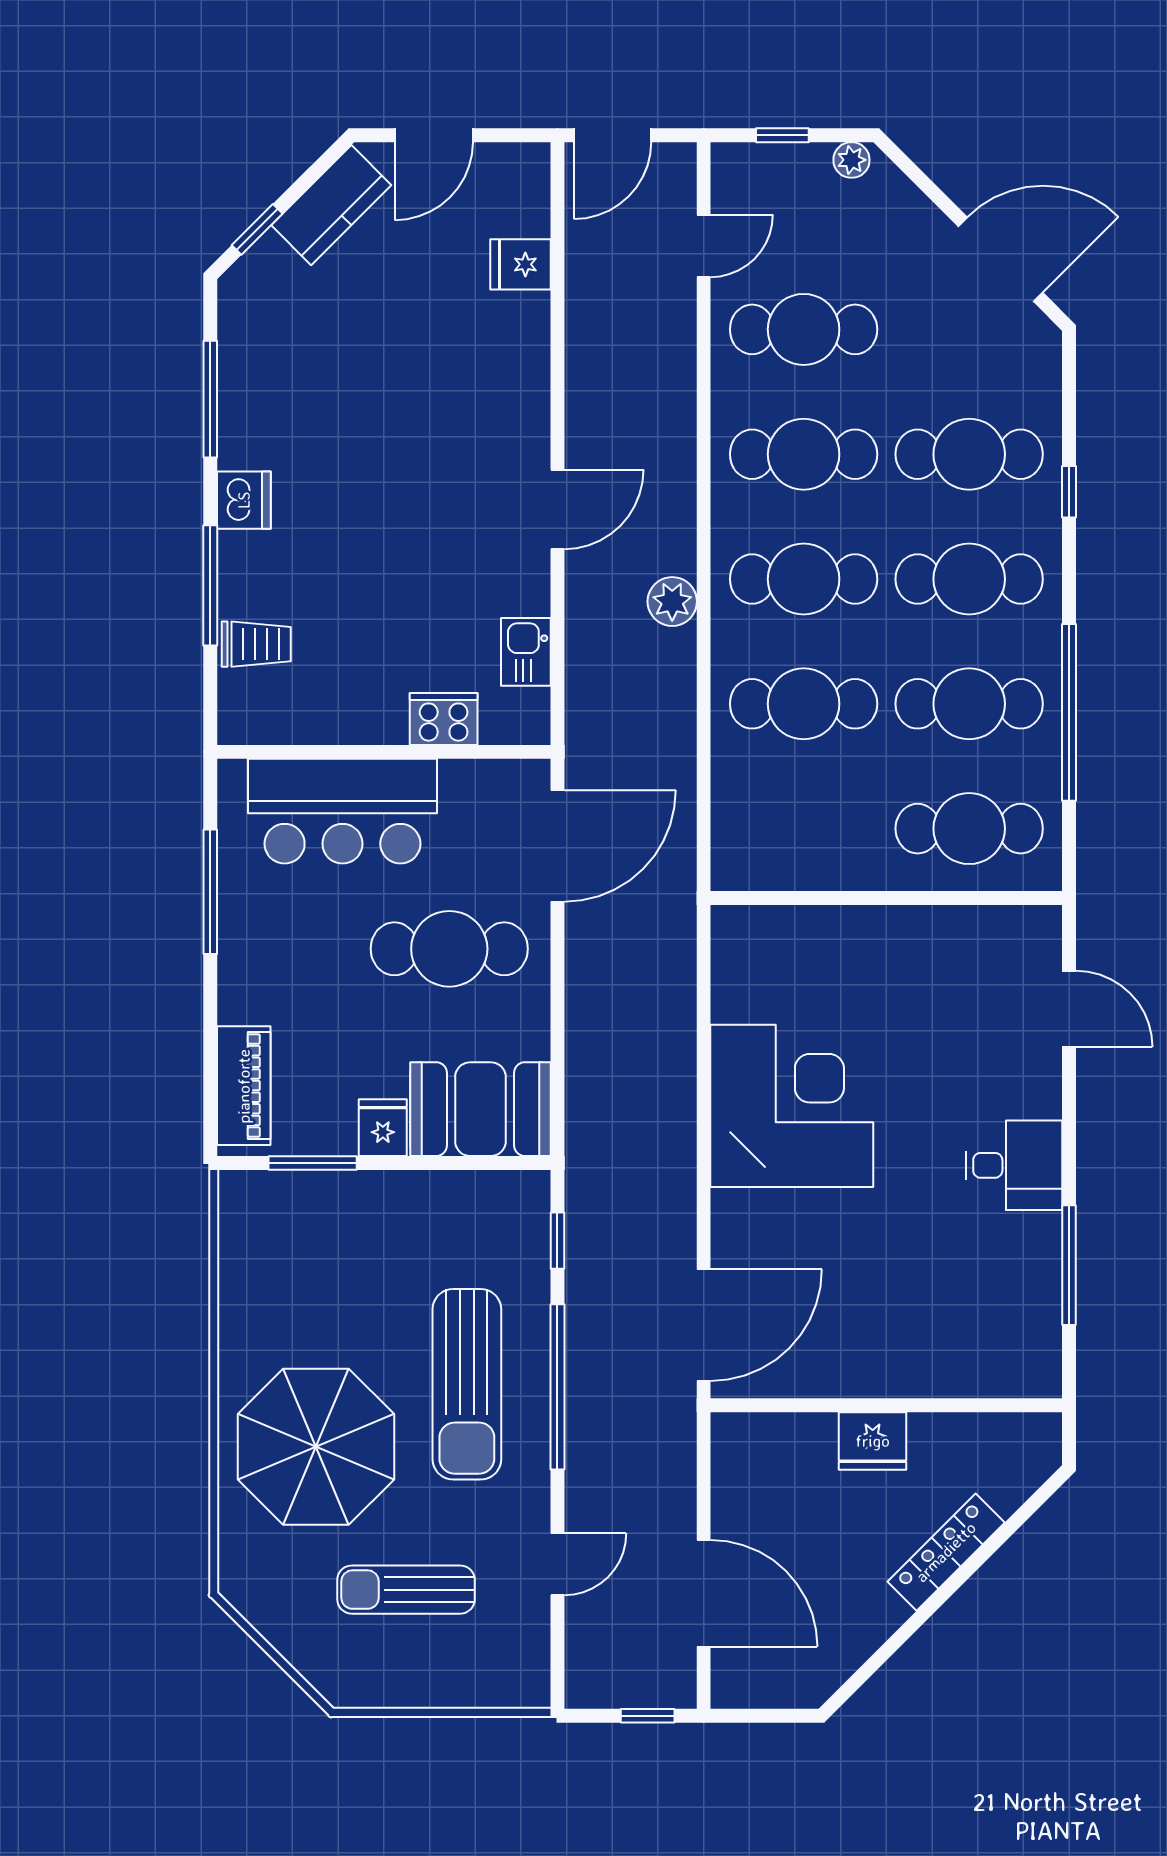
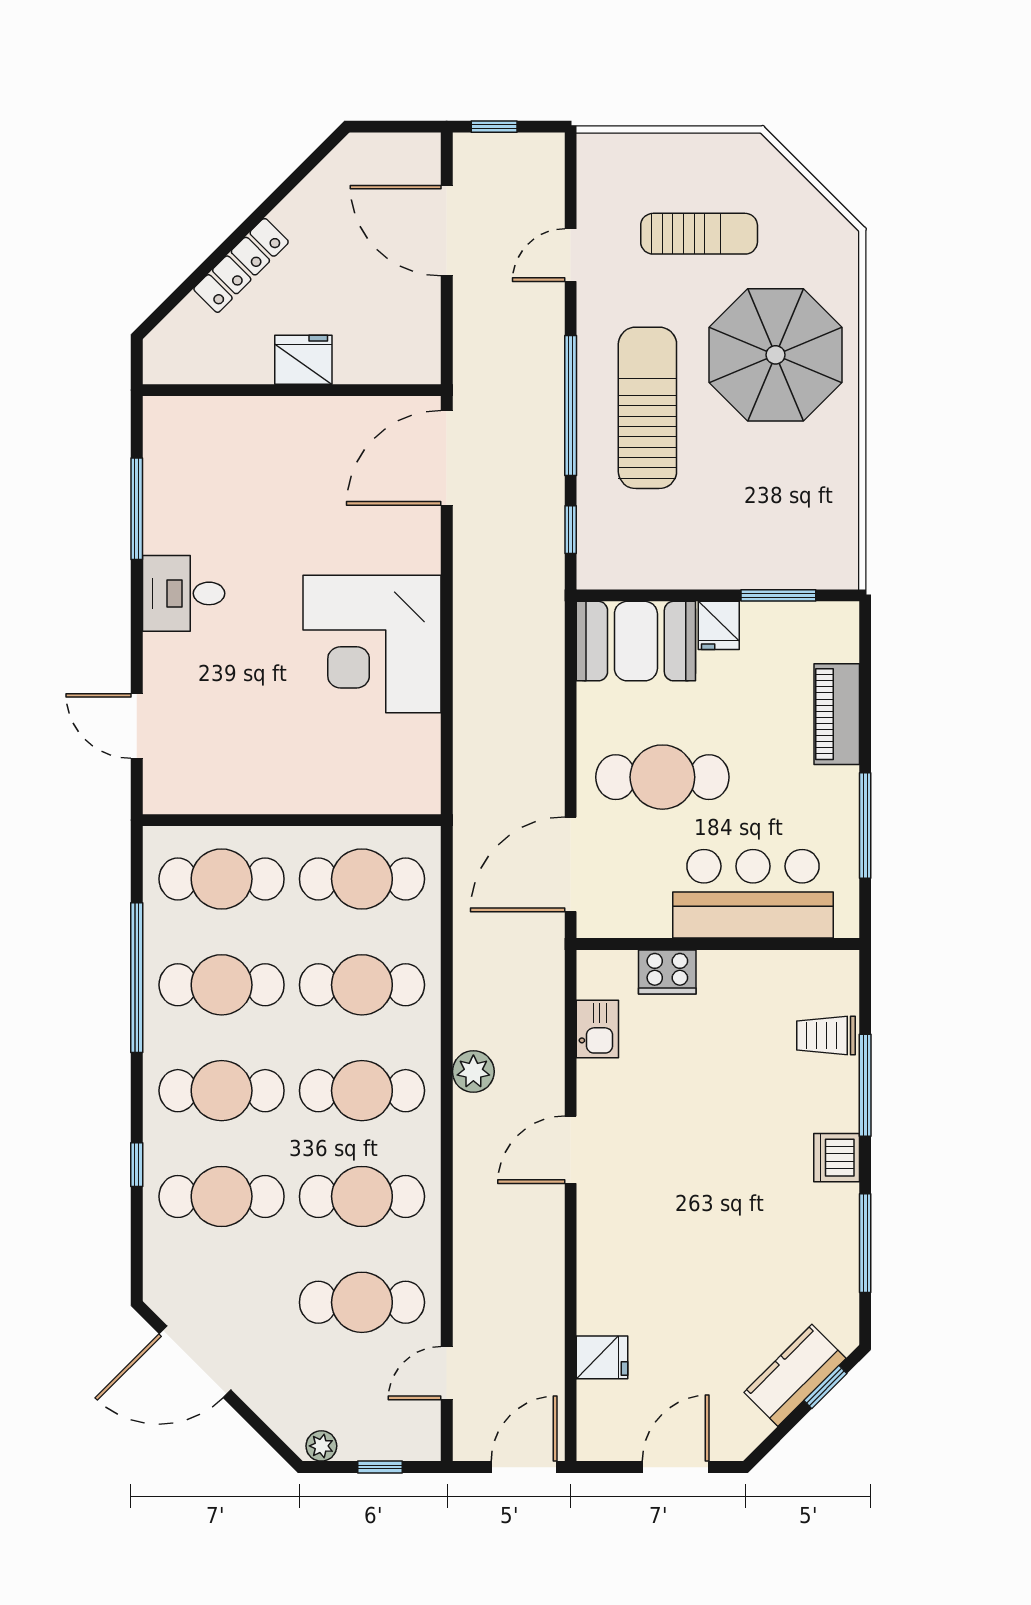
kitchen counter: (331, 205) -> (795, 1375), moved
cafe table: (804, 829) -> (362, 879), added
piano: (244, 1086) -> (837, 714), moved

